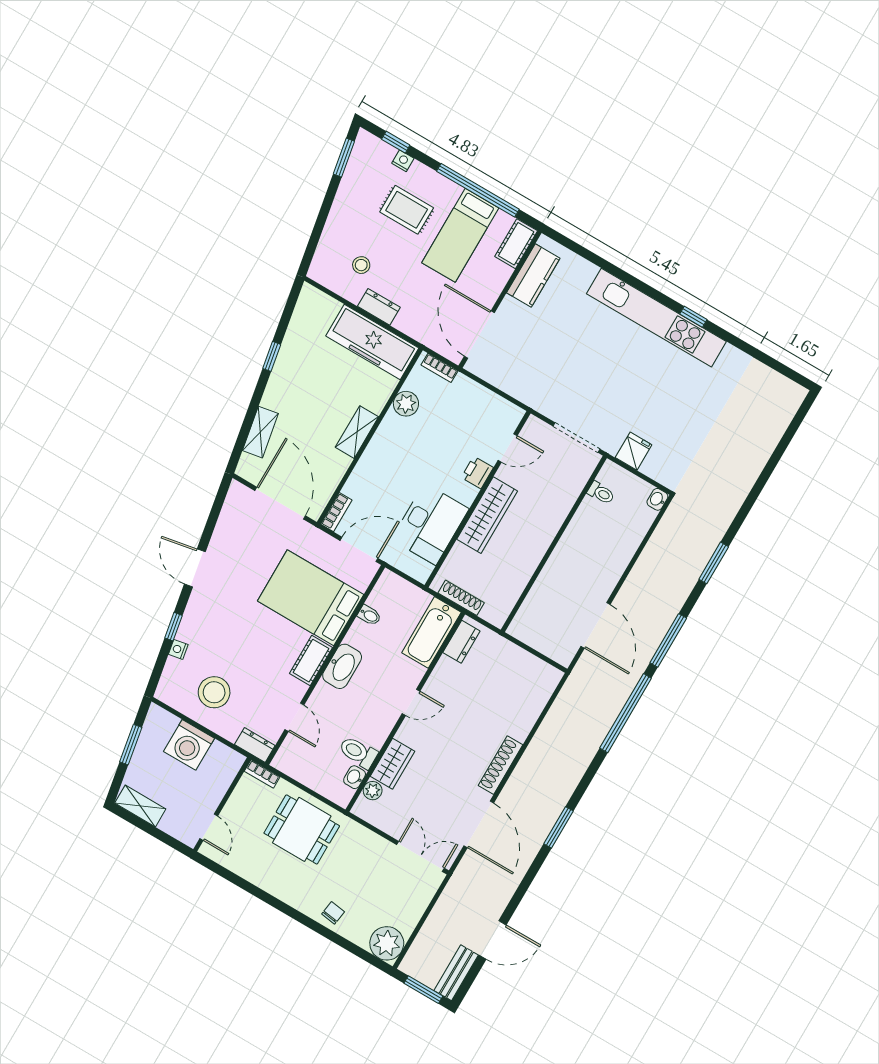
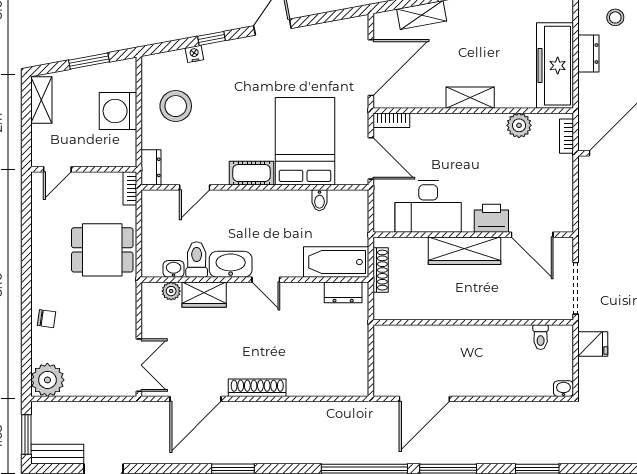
door: (508, 448) -> (532, 235), width x1.38
printer: (477, 472) -> (491, 218), width x1.36, depth x1.24
washbasin: (342, 666) -> (231, 264), moved, turned 180
dining table: (302, 829) -> (102, 250), turned 90

